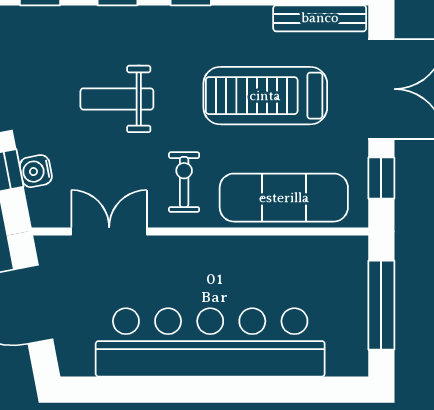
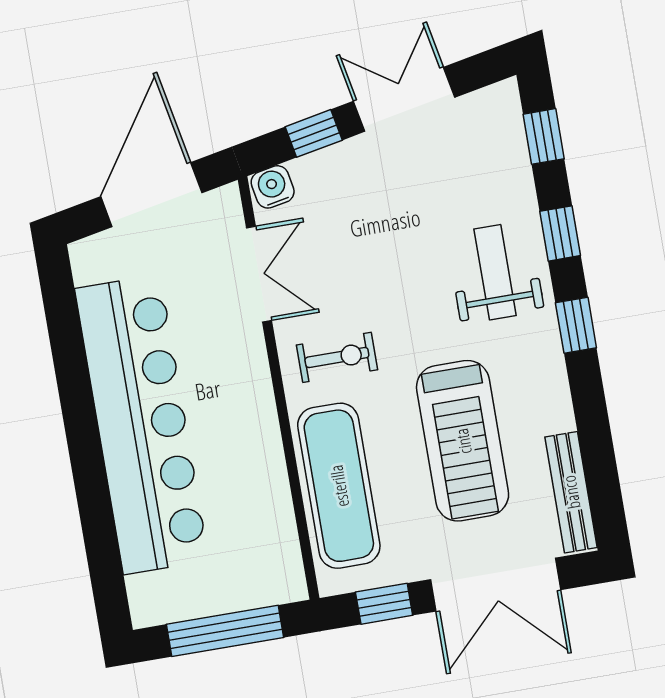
treadmill: (265, 96) -> (463, 441), turned 180
weight bench: (117, 99) -> (495, 272), moved
water cooler: (36, 171) -> (273, 187), moved

